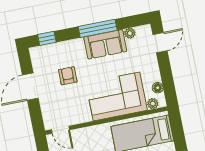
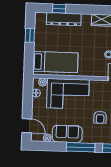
window: (98, 28) -> (81, 147), moved
door: (160, 43) -> (27, 126), swing flipped

